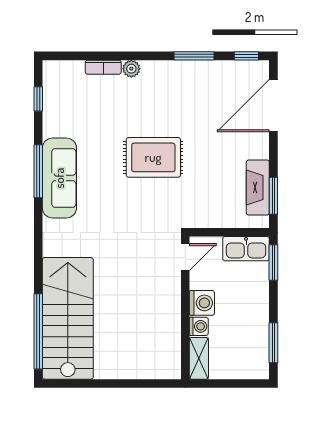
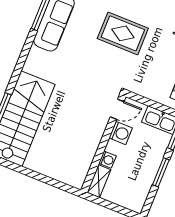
washing machine: (202, 303) -> (121, 133), moved
window: (273, 343) -> (161, 172), moved

